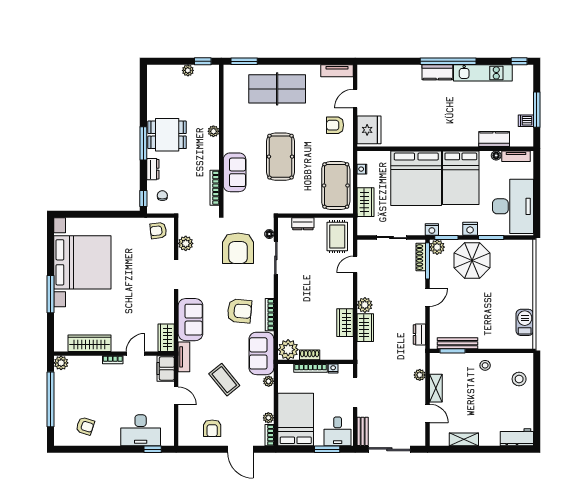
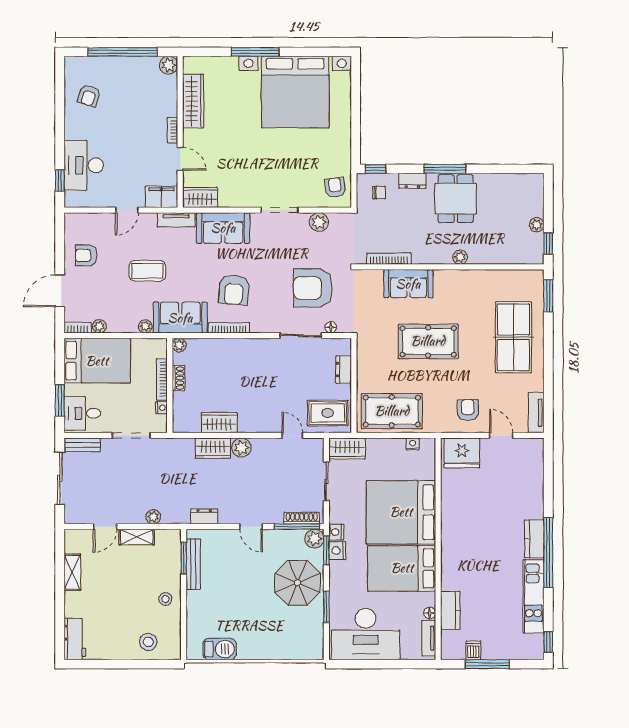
wardrobe: (366, 202) -> (347, 449), moved
nightstand: (470, 229) -> (337, 551), moved
plant: (288, 350) -> (179, 345), width x0.53, depth x0.53
coffee table: (224, 380) -> (147, 271), turned 39

